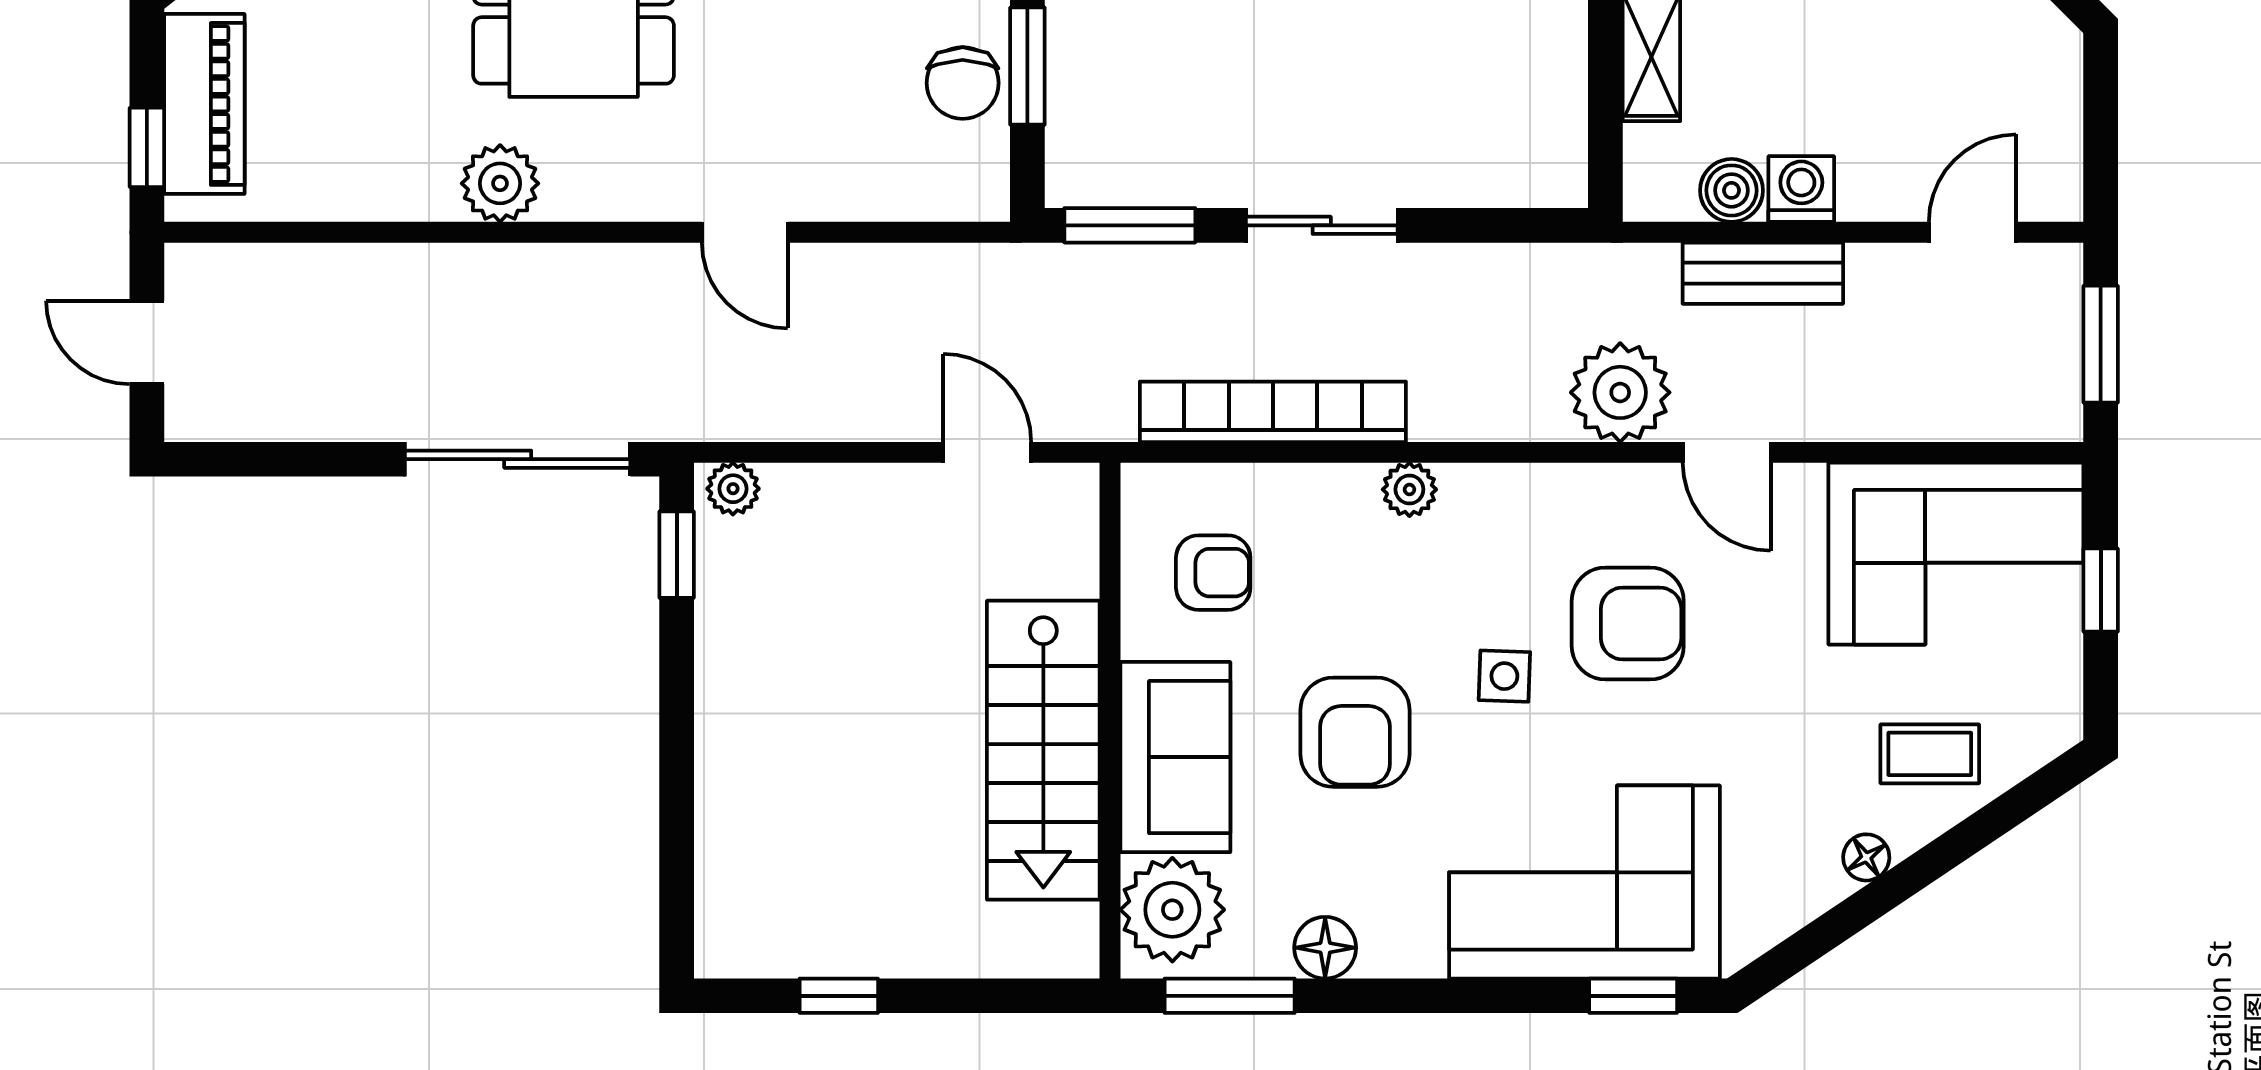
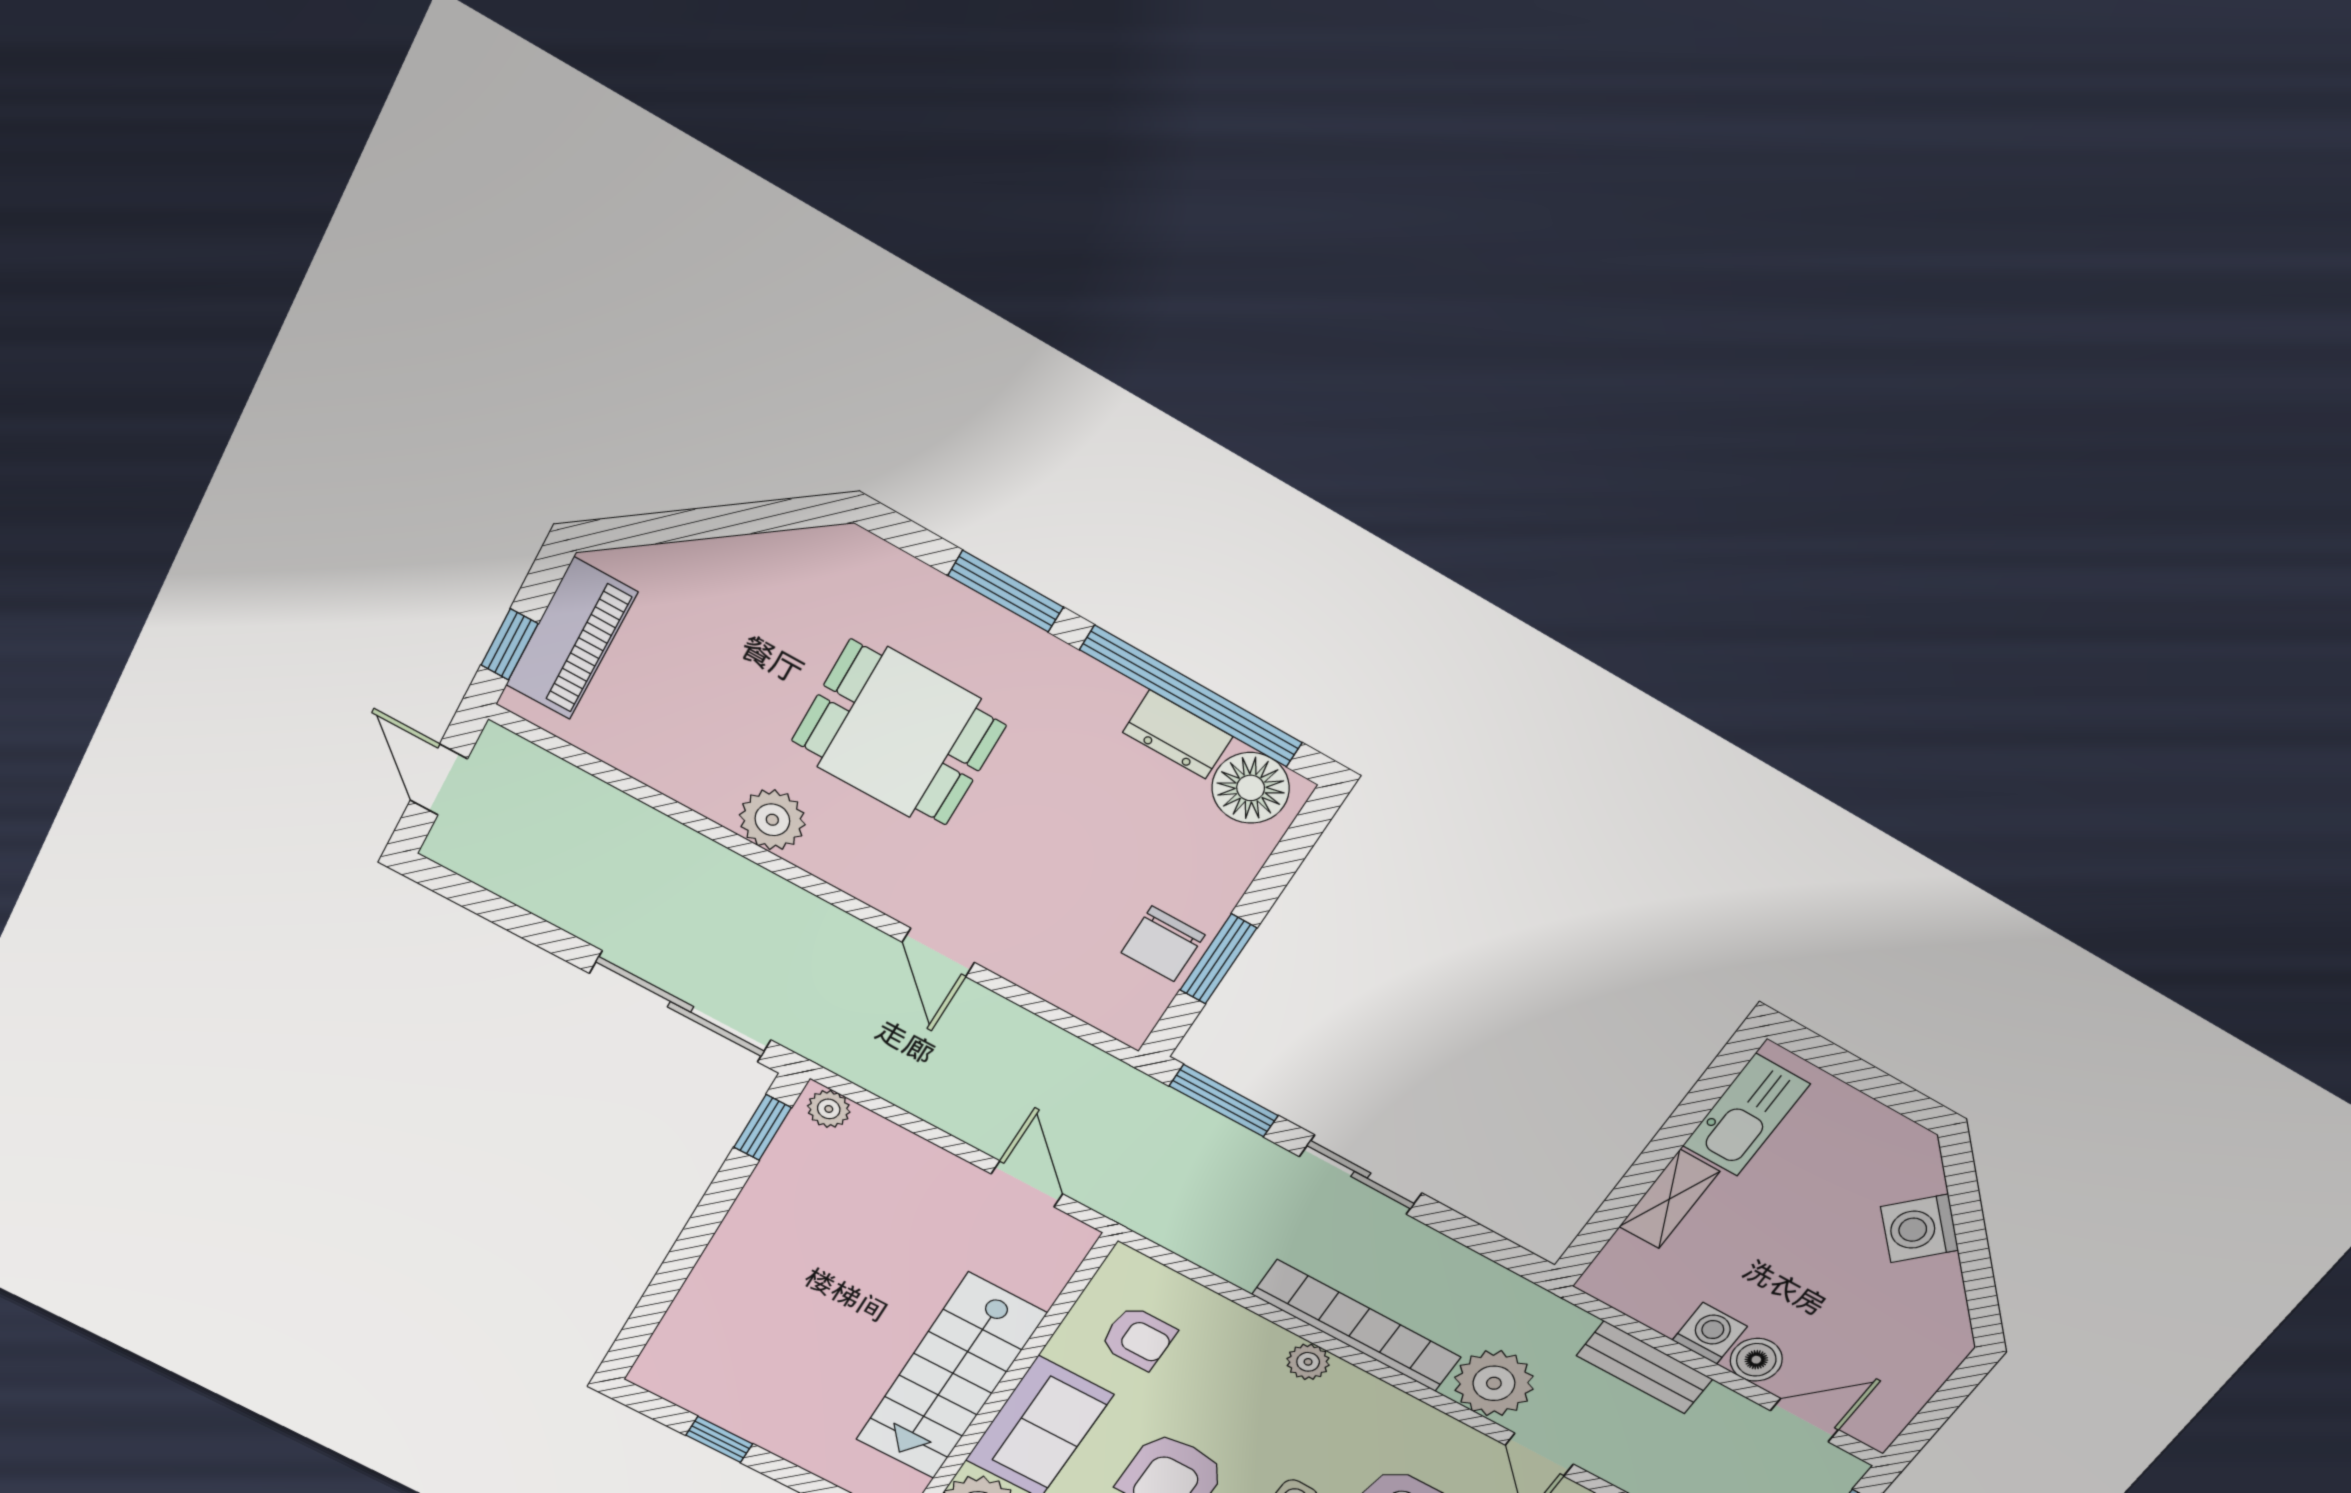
boiler: (1732, 190) -> (1756, 1360), moved
bookcase: (1273, 412) -> (1357, 1326), moved

